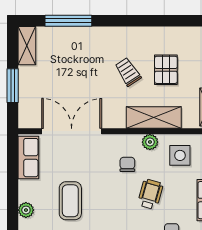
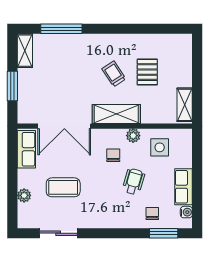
shelving: (154, 118) -> (116, 114), moved
double door: (72, 131) -> (64, 126), swing flipped
coffee table: (70, 201) -> (63, 187), turned 90

